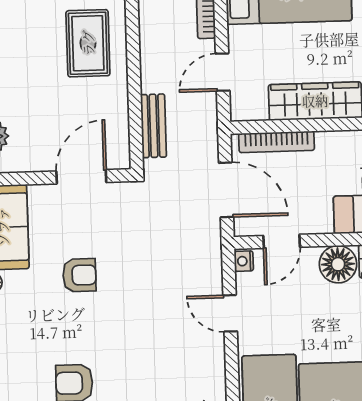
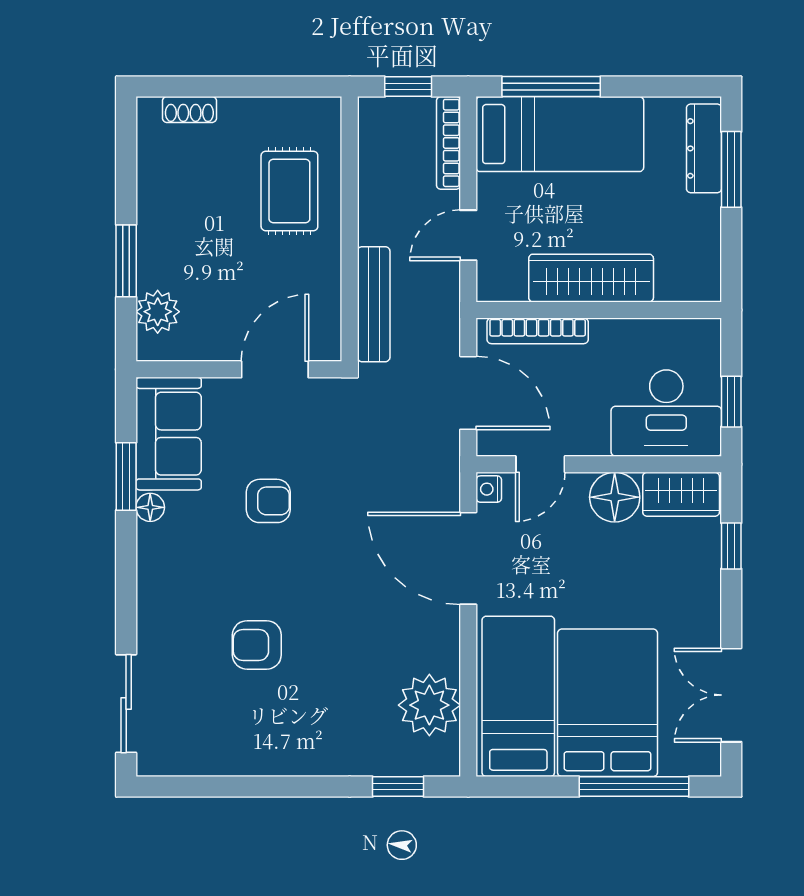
bench: (153, 126) -> (374, 304), width x1.36
door: (230, 313) -> (468, 558), width x1.88

